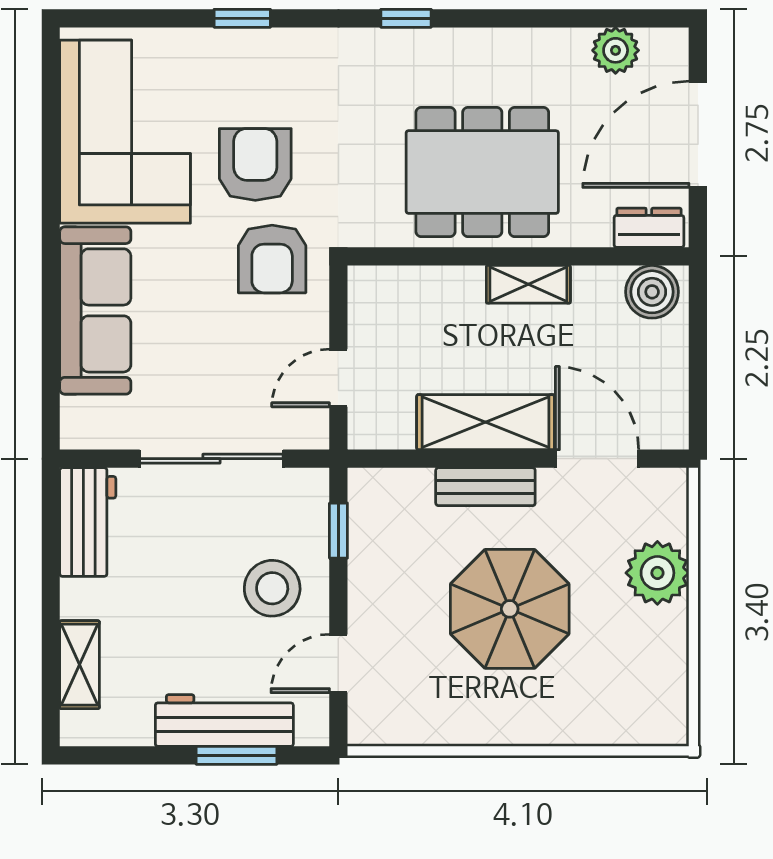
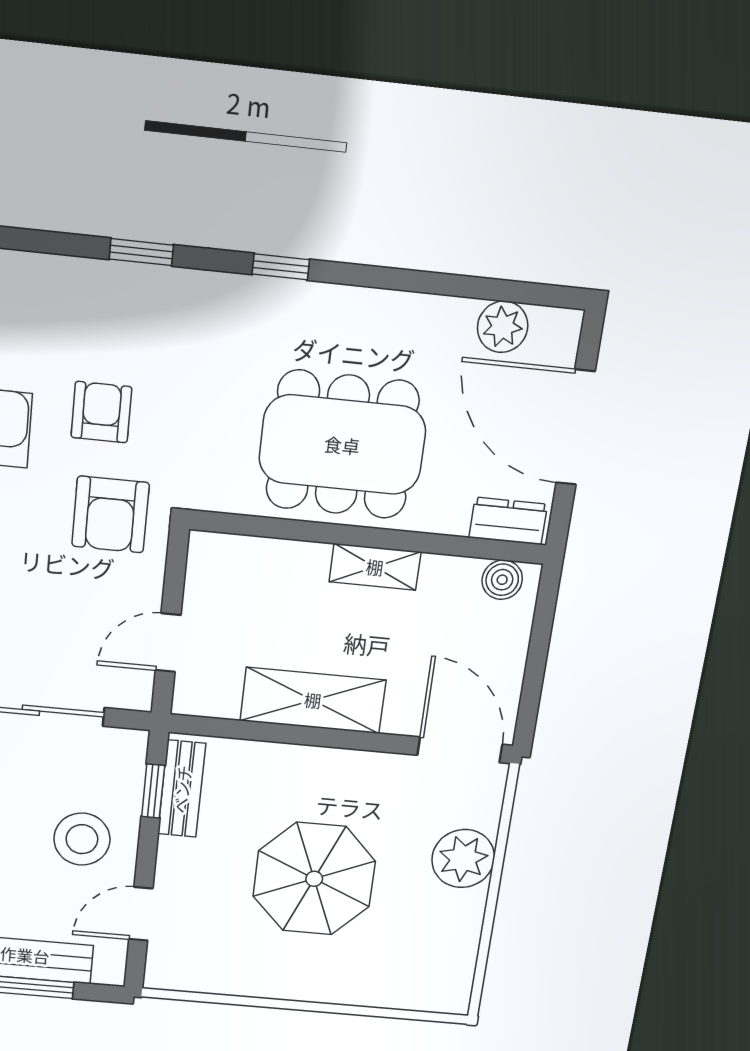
window: (242, 18) -> (141, 252), moved
door: (698, 134) -> (575, 427), hinge flipped
armchair: (255, 164) -> (101, 412), width x0.72, depth x0.72
boiler: (652, 292) -> (502, 580), width x0.73, depth x0.73
door: (597, 459) -> (460, 750), moved
bench: (485, 487) -> (182, 789), moved, turned 90

